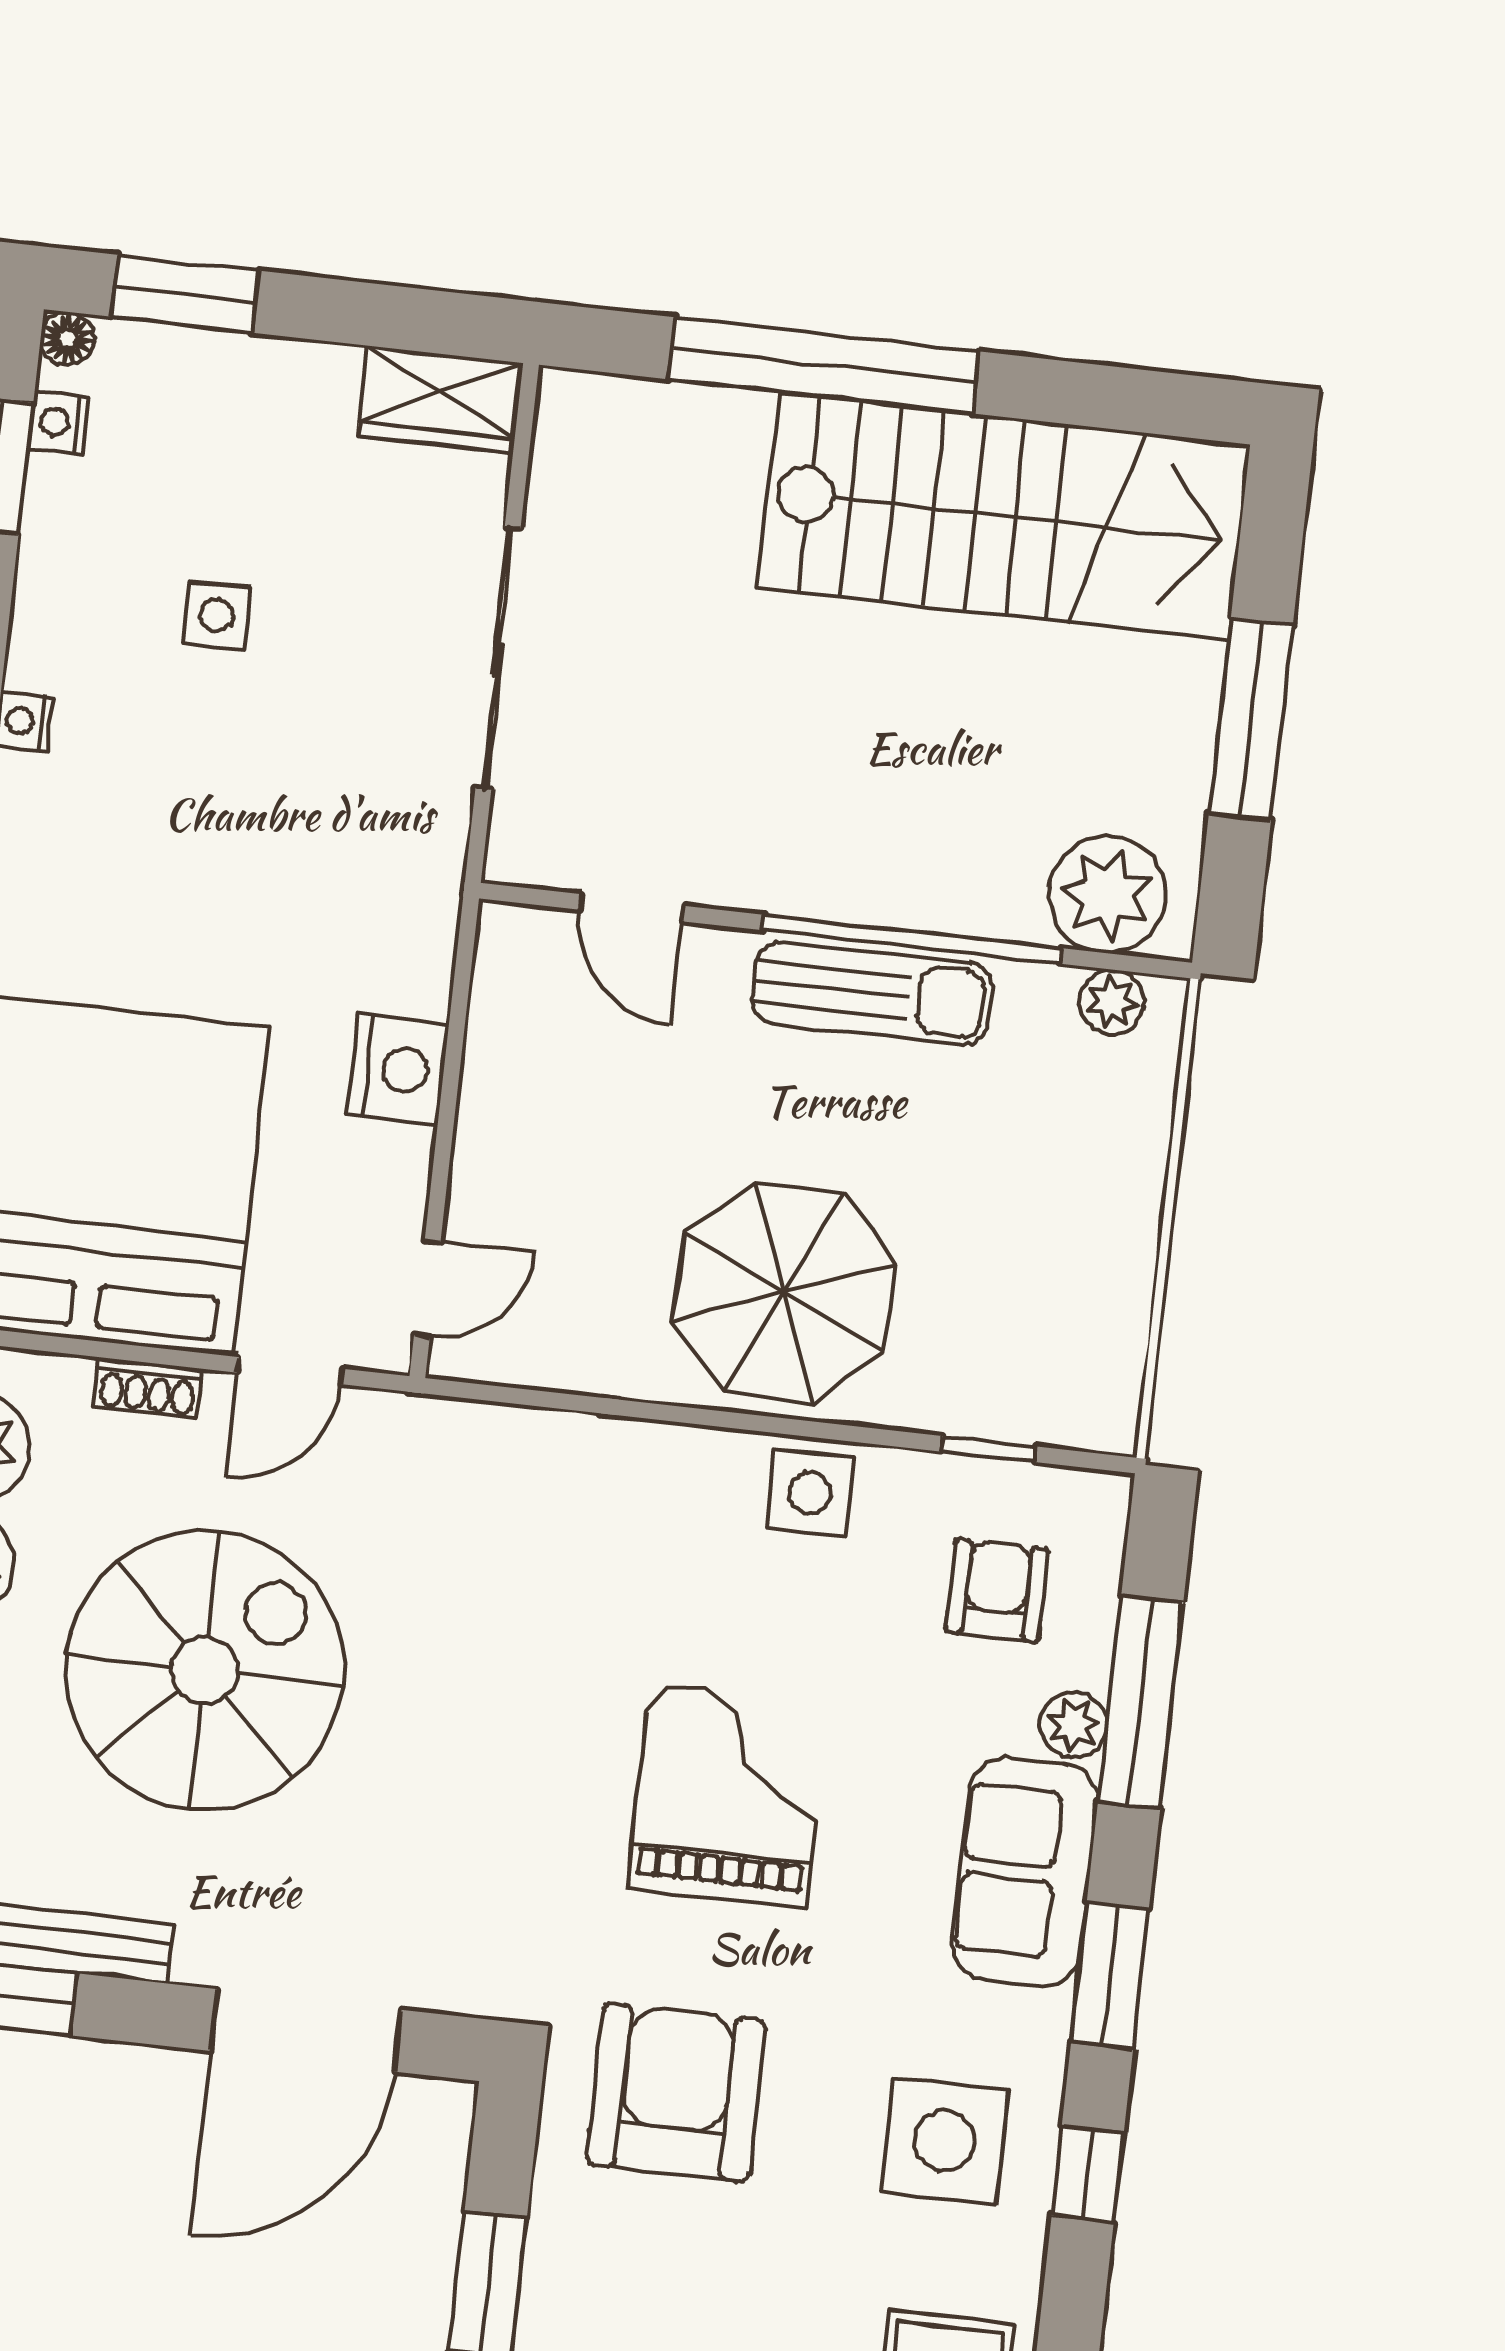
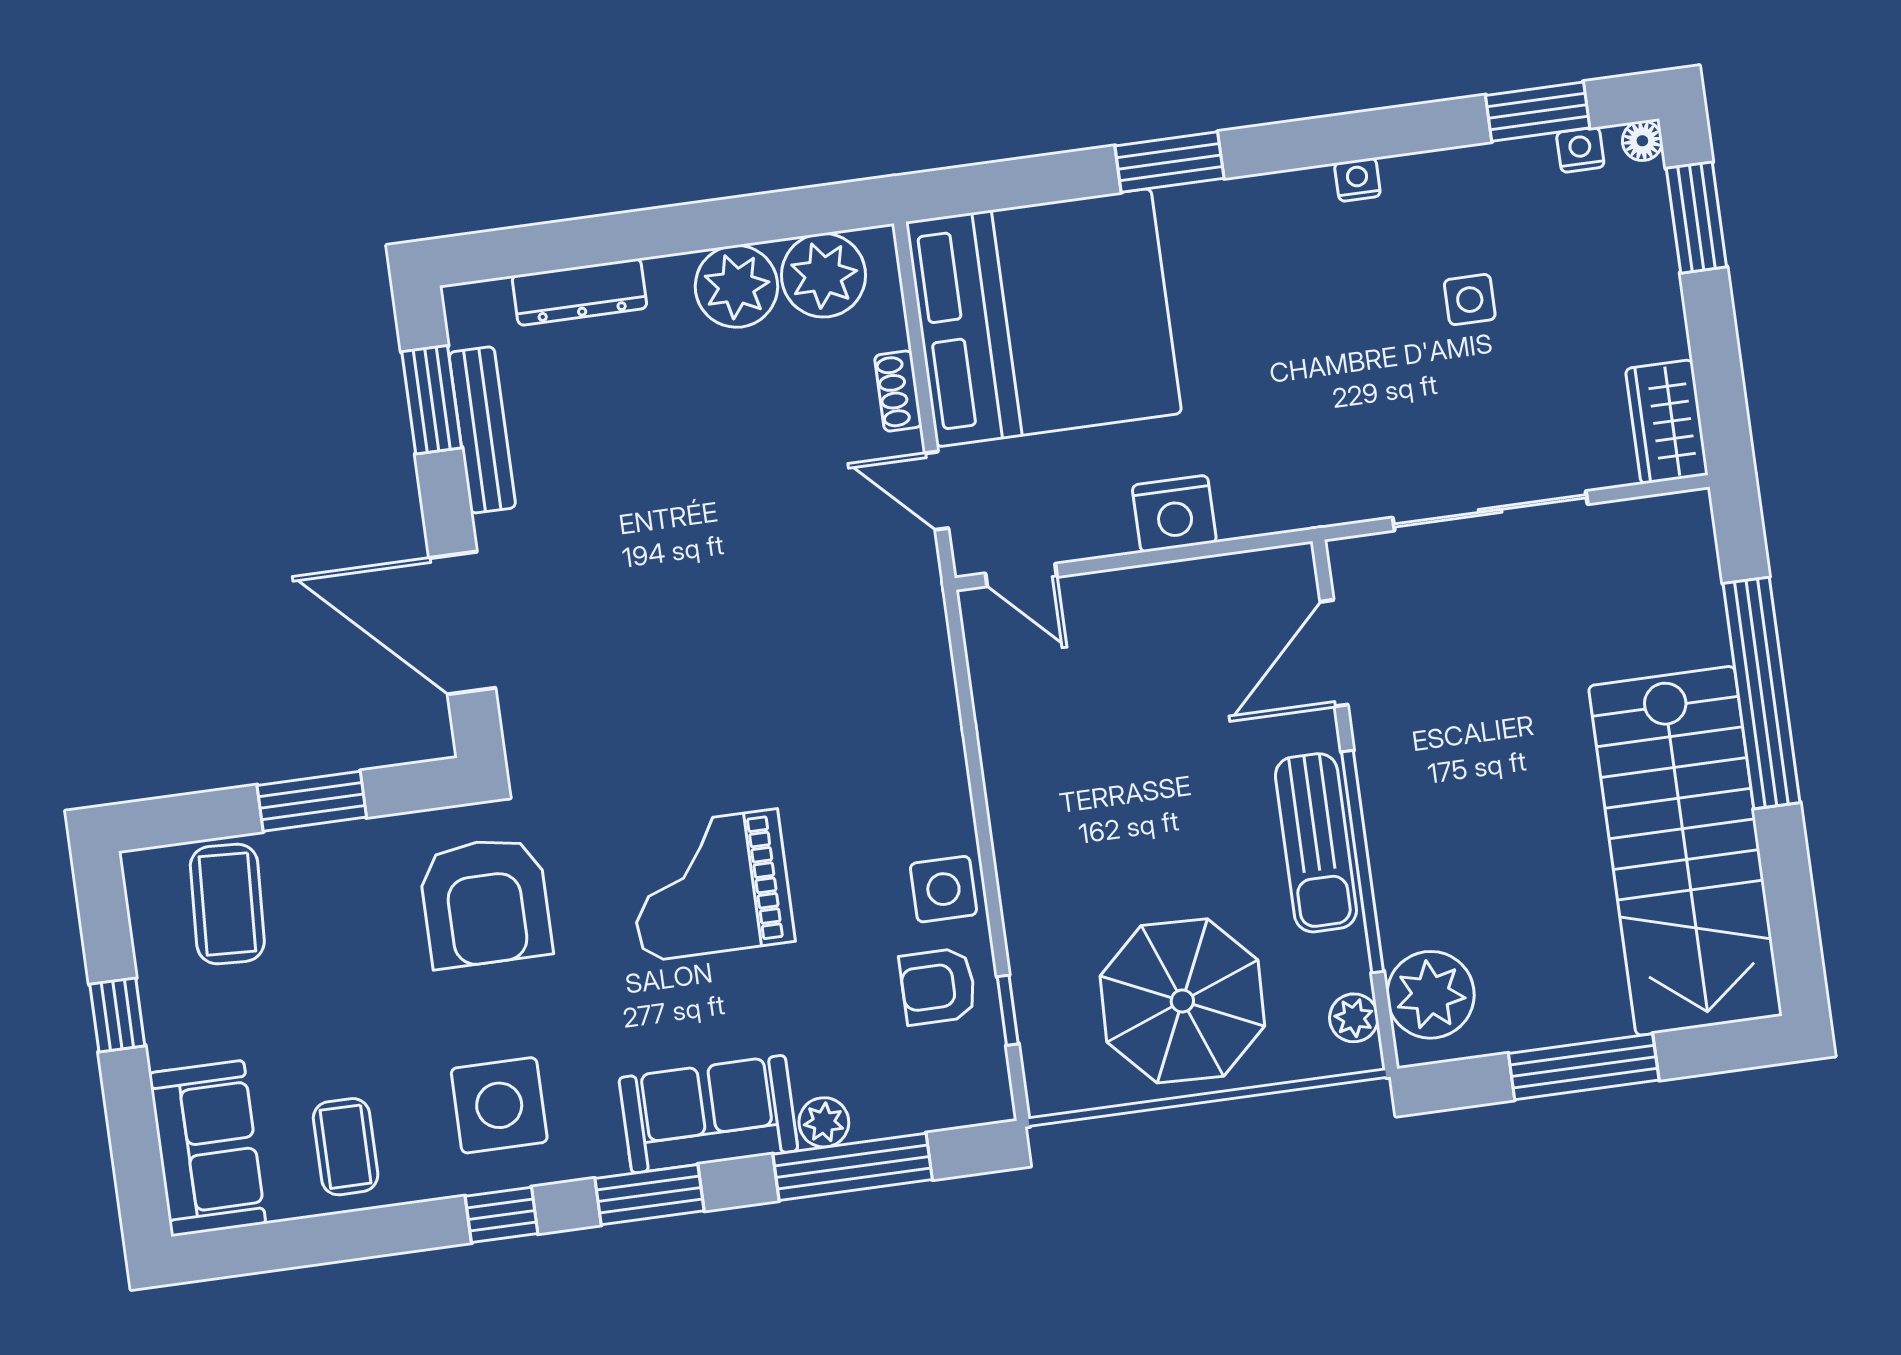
door: (632, 908) -> (1334, 653), width x1.38
parasol: (784, 1293) -> (1182, 1001), moved
armchair: (997, 1590) -> (938, 986), moved, turned 180
spiral stairs: (205, 1670) -> (704, 484), removed
grand piano: (728, 1795) -> (710, 885), turned 180
armchair: (676, 2092) -> (485, 902), turned 90

